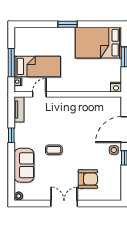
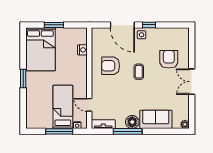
nightstand: (116, 87) -> (82, 50), moved
armchair: (81, 117) -> (111, 66), added
window: (11, 135) -> (128, 131), width x2.17
floor lamp: (21, 140) -> (132, 122), added
coffee table: (54, 150) -> (139, 72), moved

